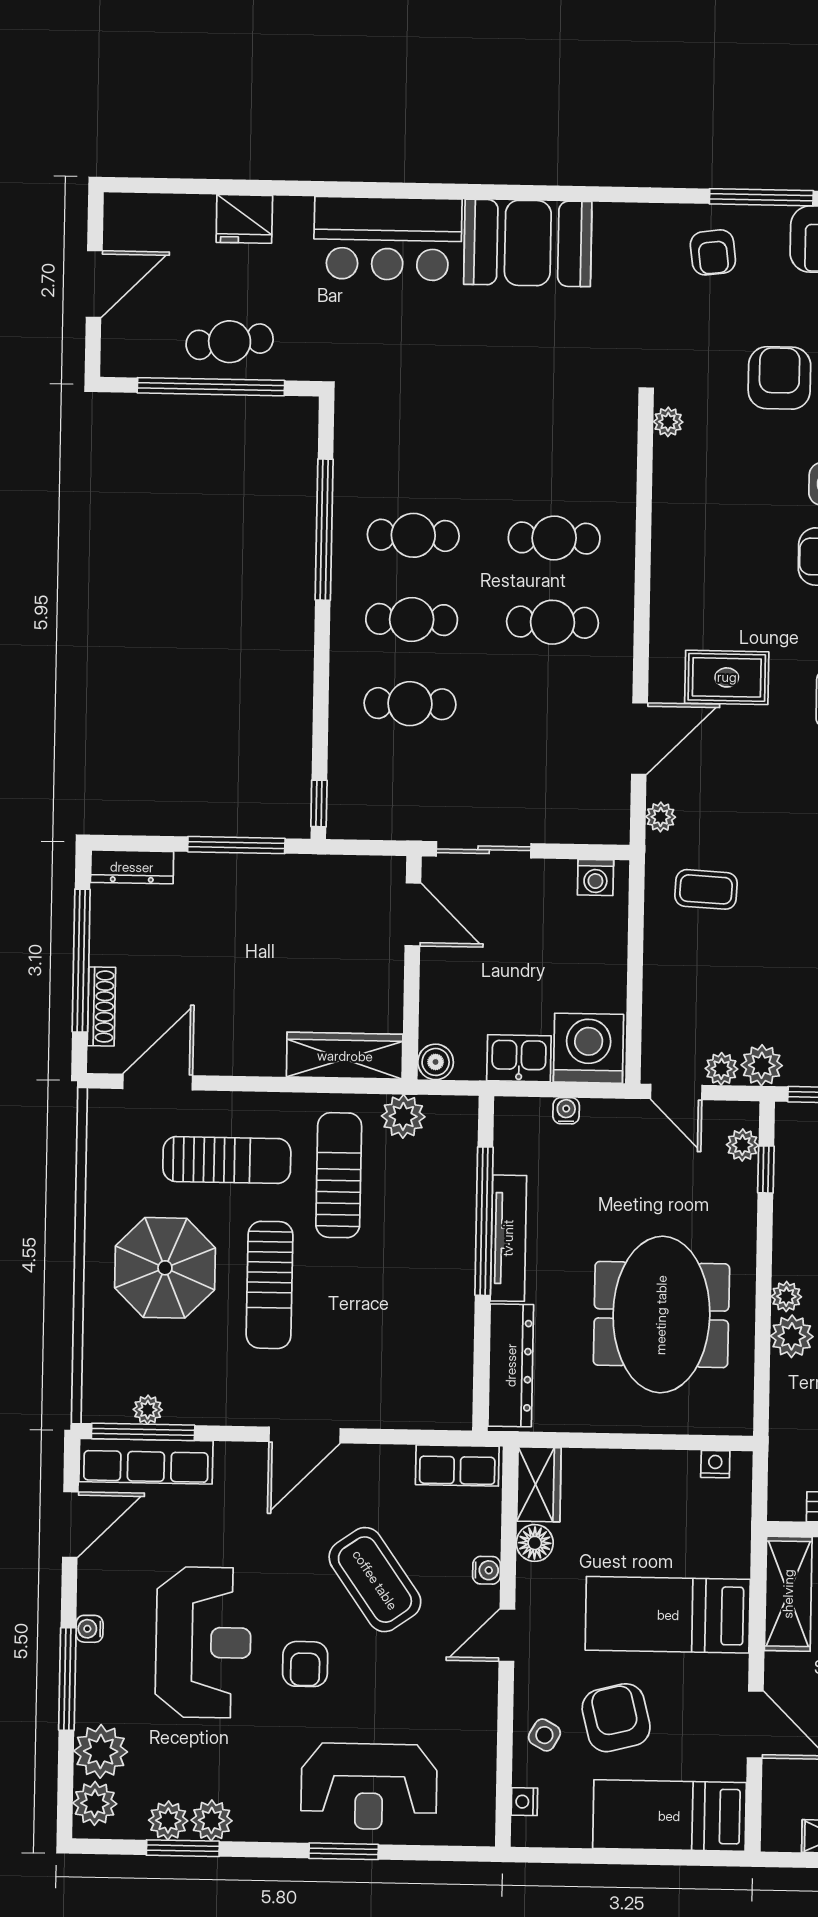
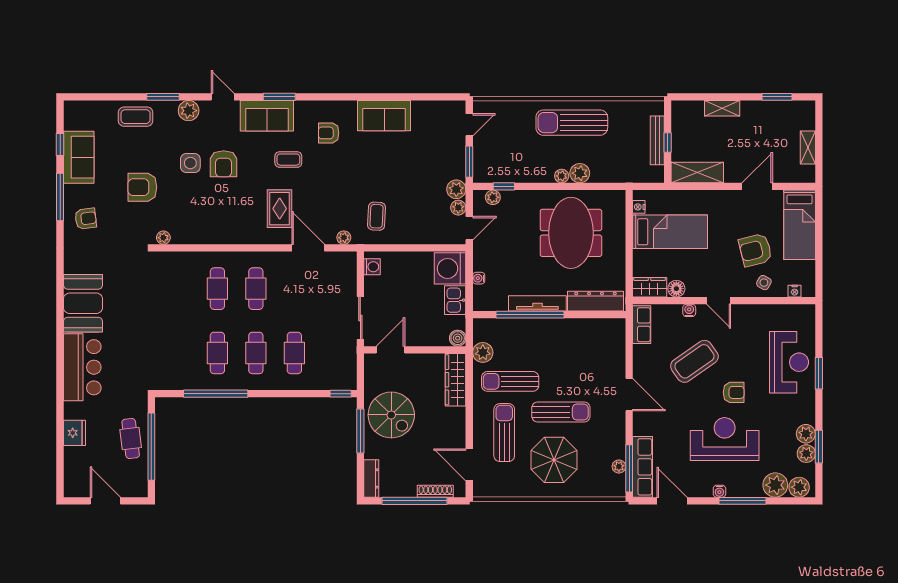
spiral stairs: (270, 913) -> (391, 415), added
meeting table: (661, 1315) -> (571, 233), turned 90
bed: (668, 1615) -> (670, 232), moved, turned -90

